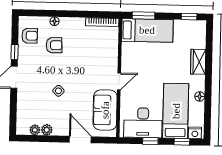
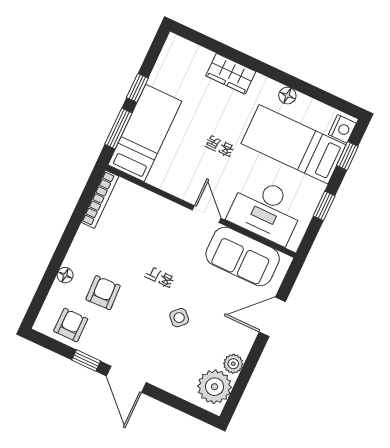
window: (189, 17) -> (137, 88), moved
desk: (143, 123) -> (266, 210), moved, turned 90
plant: (35, 130) -> (215, 387), width x1.88, depth x1.88

